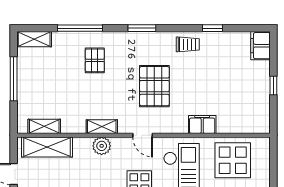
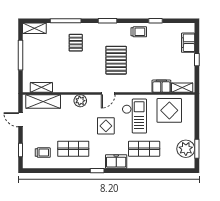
filing cabinet: (260, 46) -> (188, 43), moved
filing cabinet: (202, 124) -> (161, 86), moved
shelving: (102, 127) -> (182, 88), moved
door: (143, 135) -> (108, 93), hinge flipped

